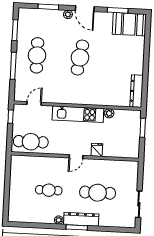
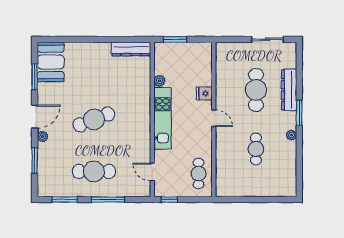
cafe table: (80, 58) -> (94, 119), turned -30
cafe table: (31, 142) -> (199, 174), width x0.73, depth x0.74
dresser: (81, 219) -> (289, 90), moved

